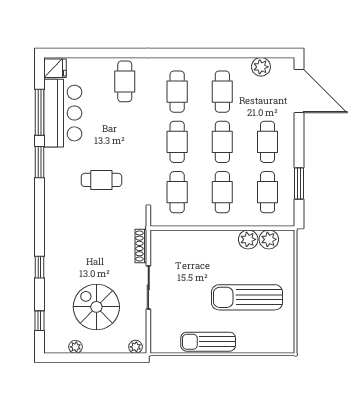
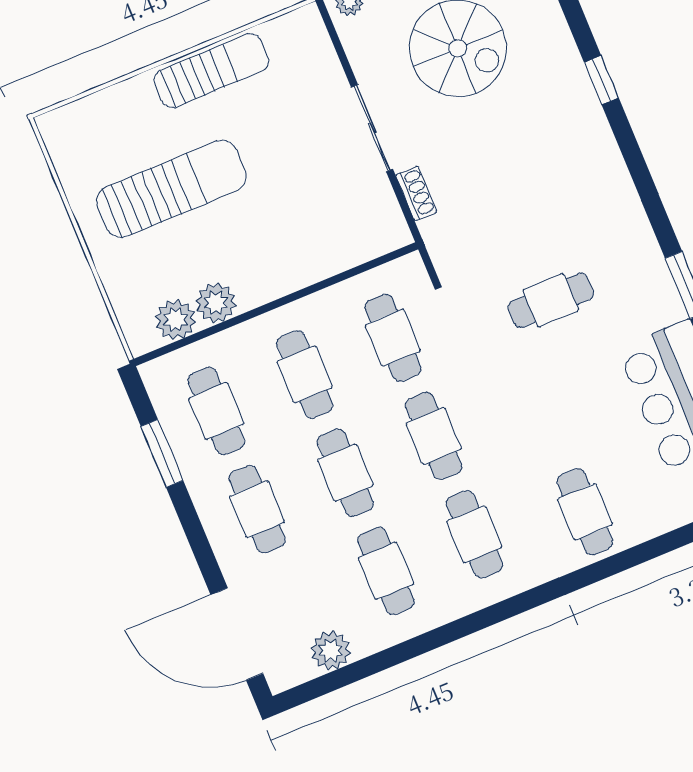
shoe rack: (141, 246) -> (416, 193), width x0.70

